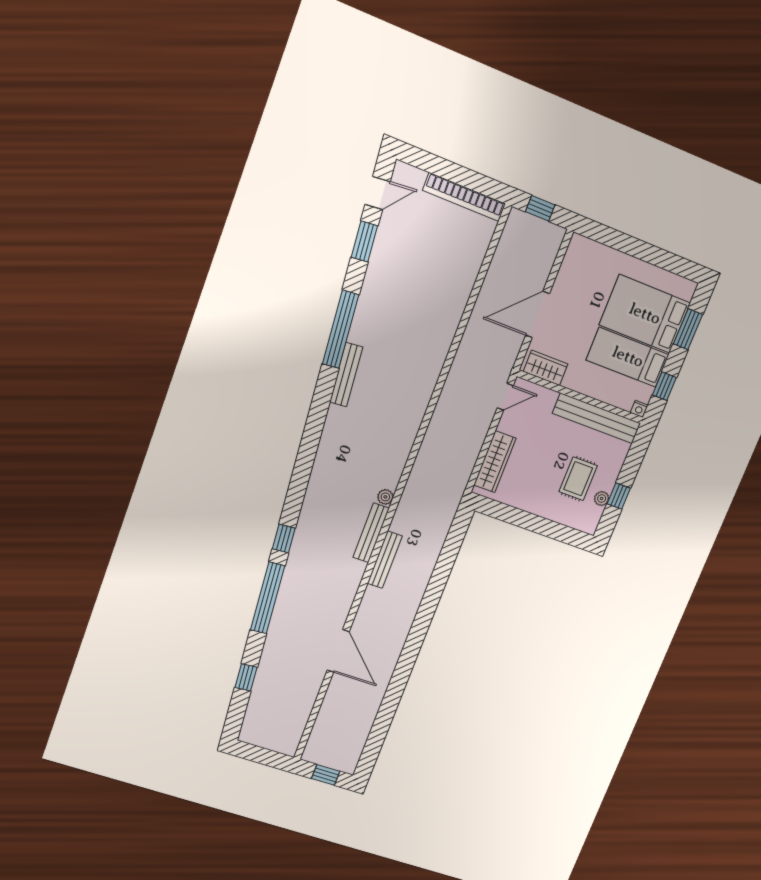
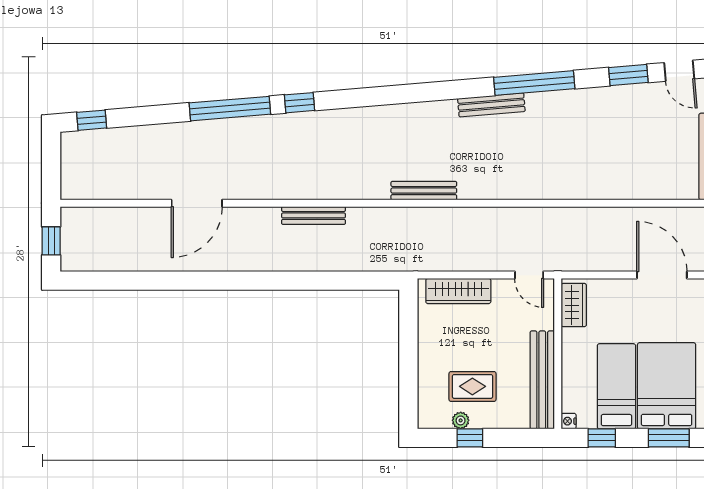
door: (538, 314) -> (662, 275), moved
plant: (385, 497) -> (380, 191), removed
bench: (371, 533) -> (424, 191), moved
window: (246, 677) -> (92, 120), moved

